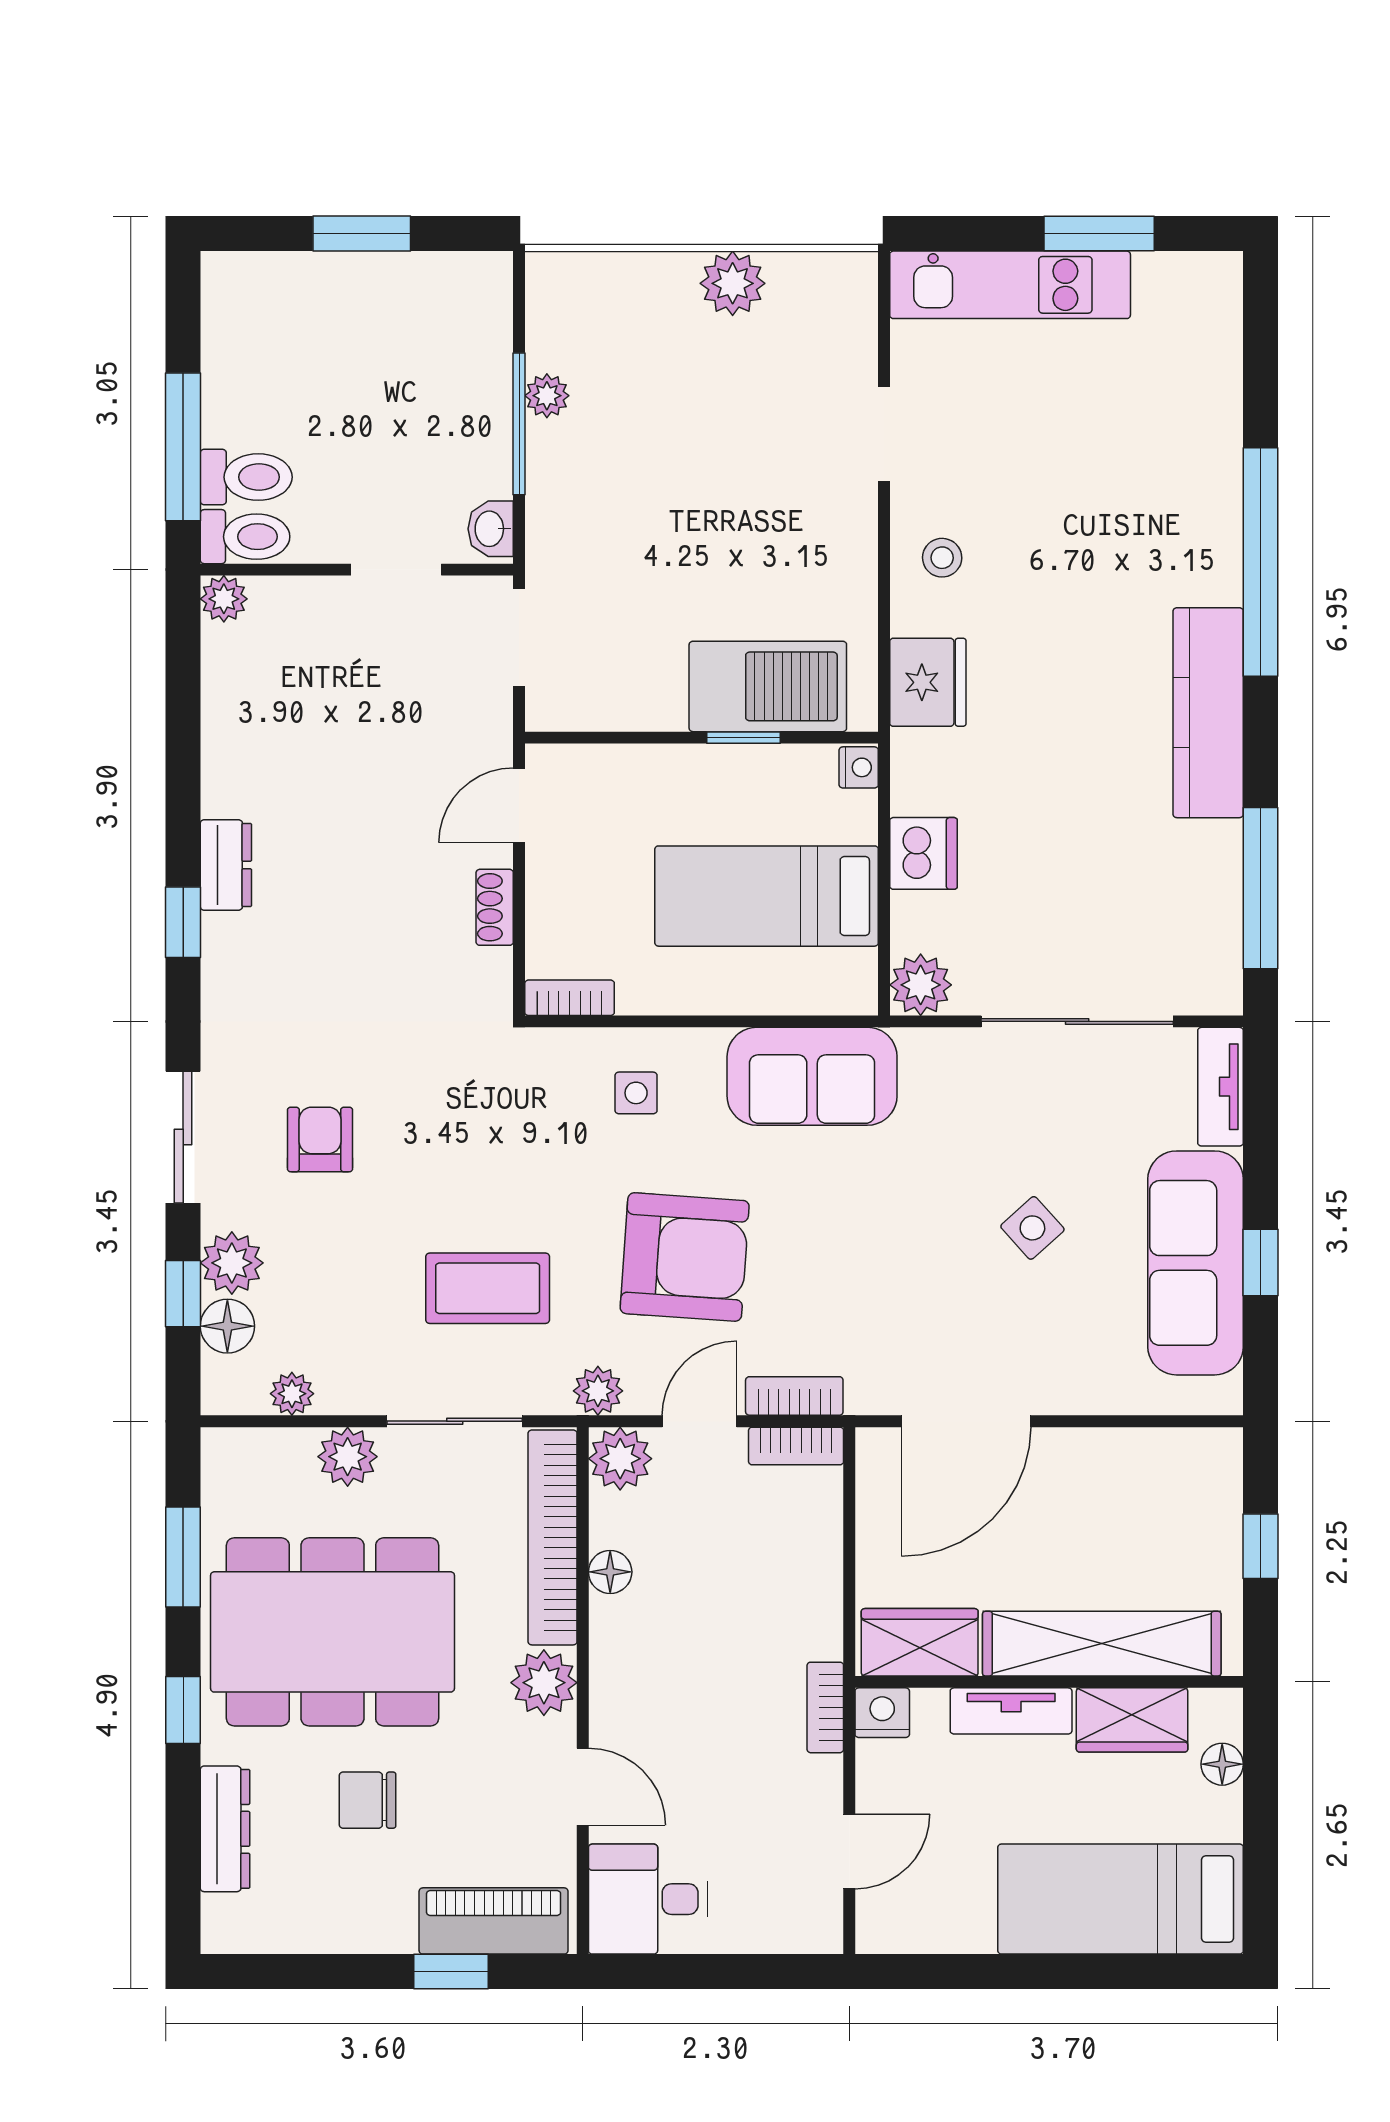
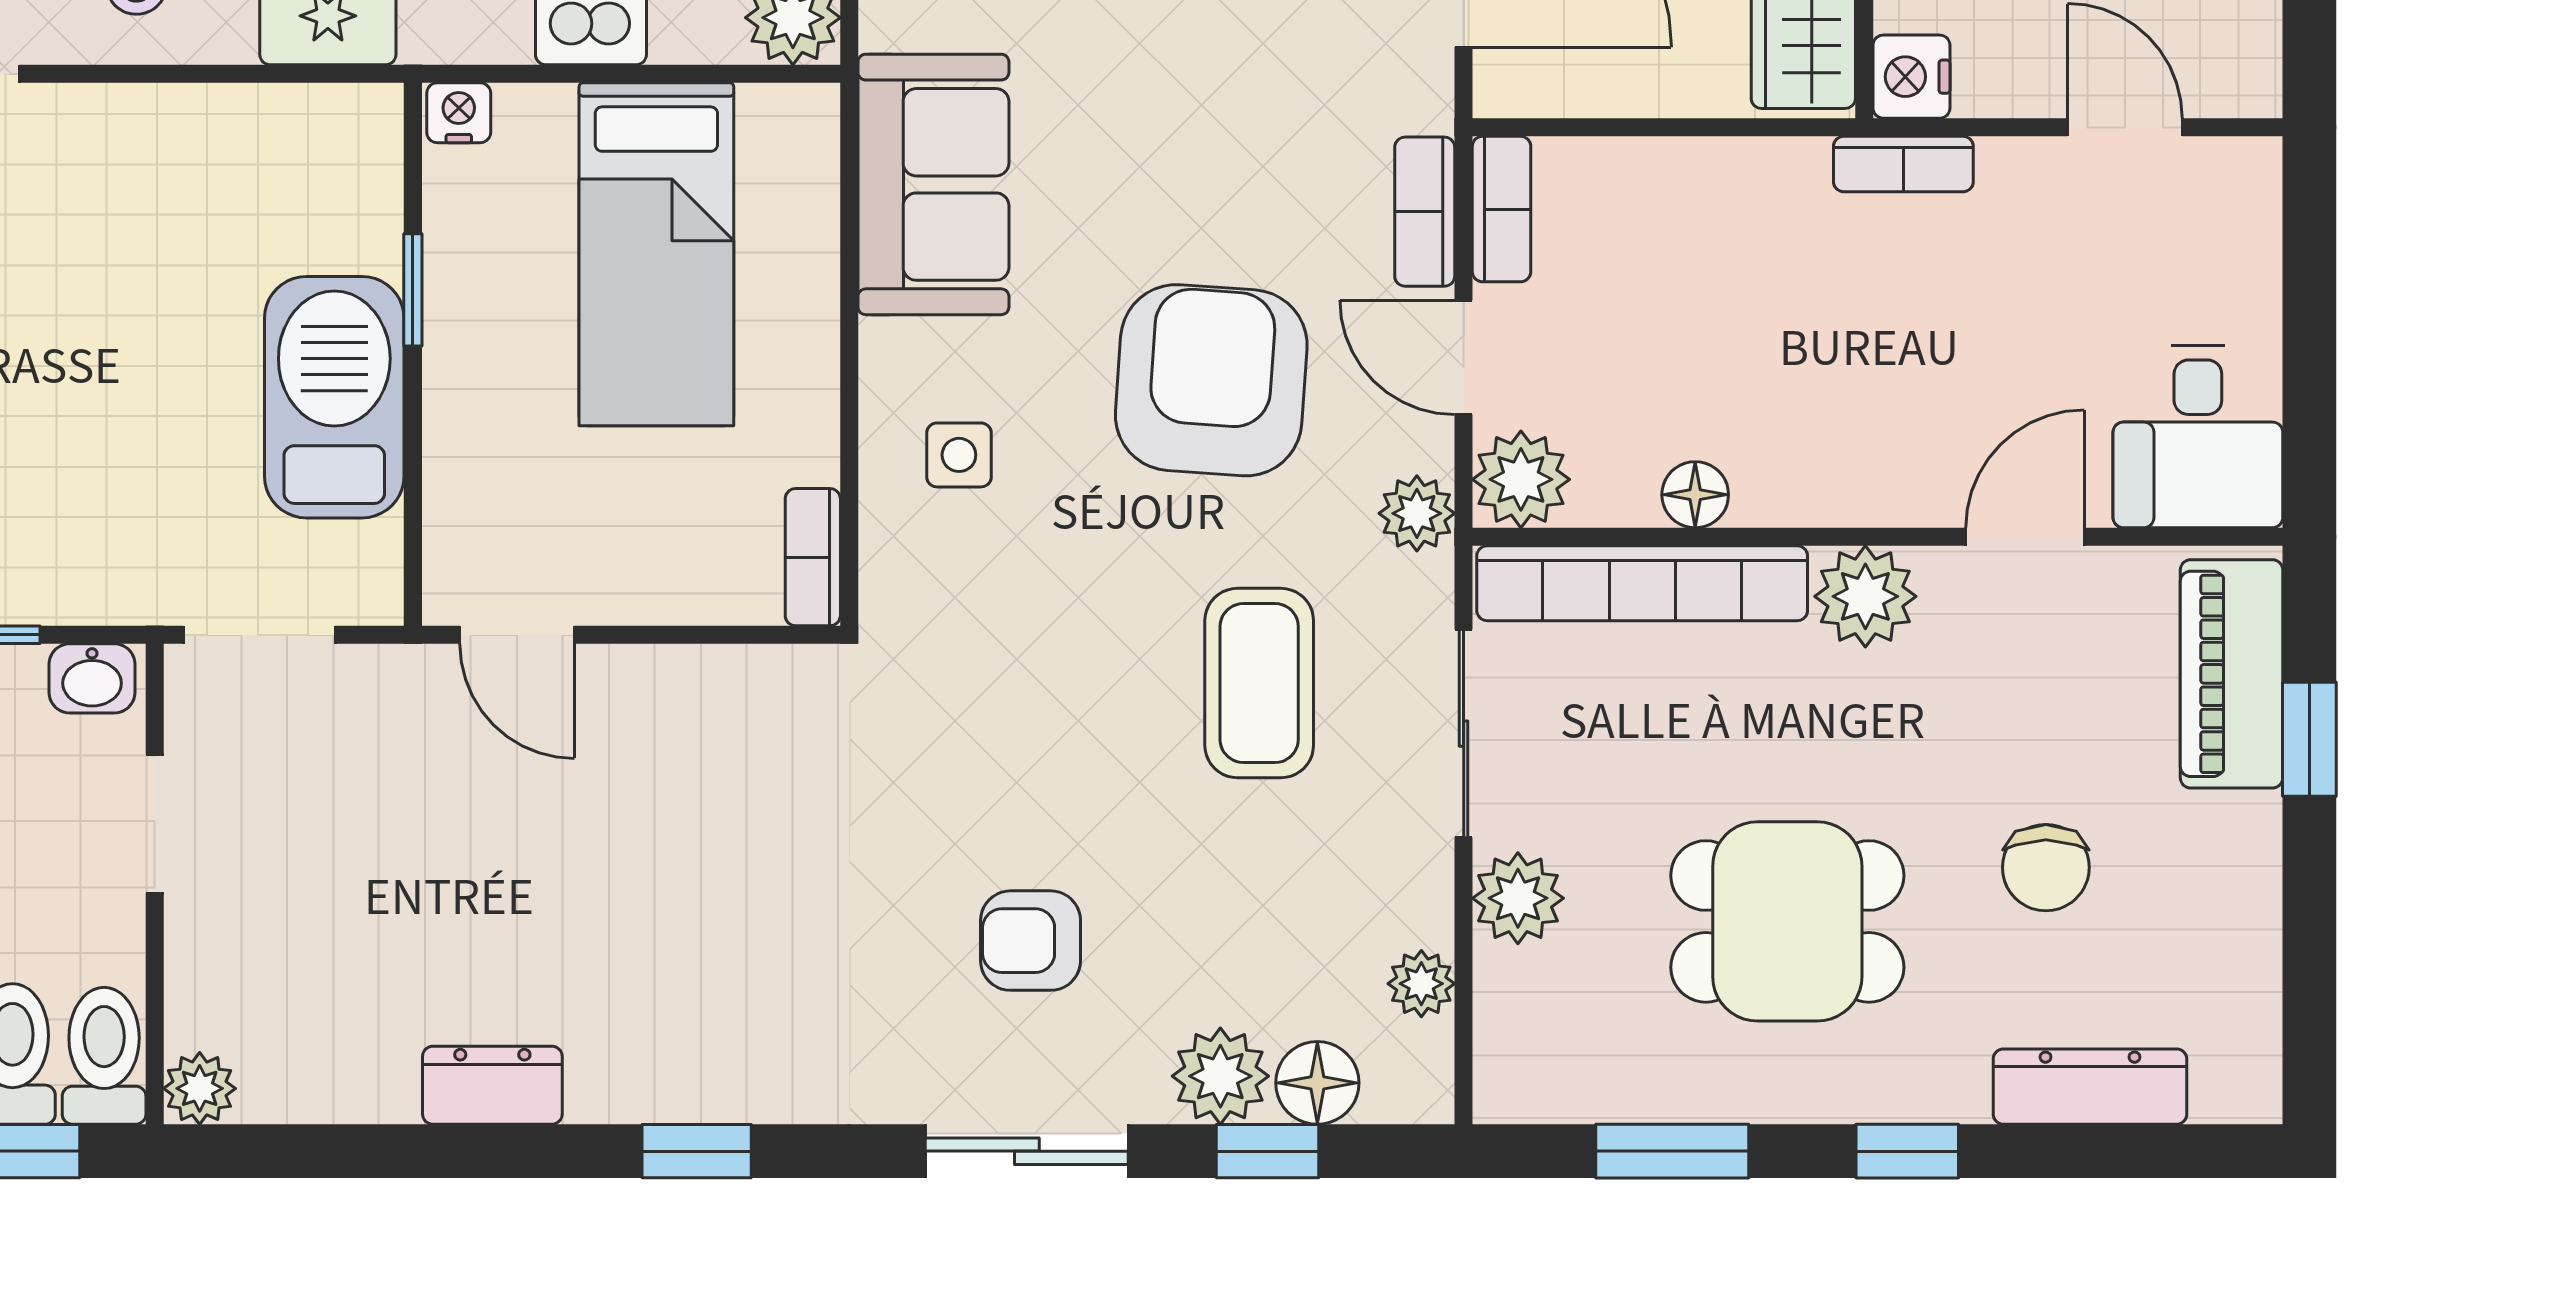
barbecue: (768, 686) -> (334, 397), moved
dresser: (226, 865) -> (492, 1085), moved
shoe rack: (495, 907) -> (674, 672), removed
dining table: (332, 1632) -> (1787, 921), width x0.53, depth x0.80

